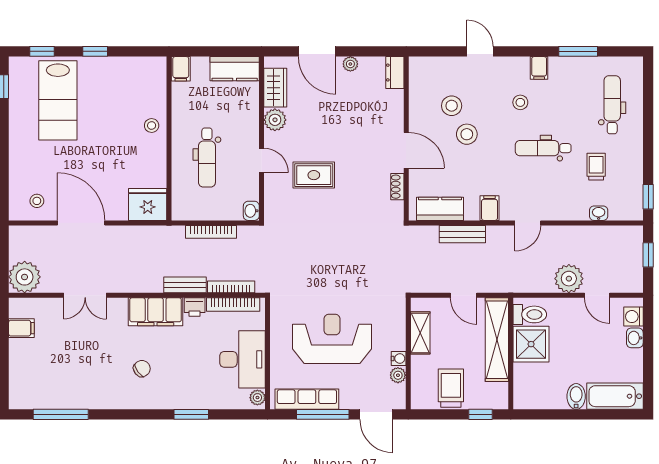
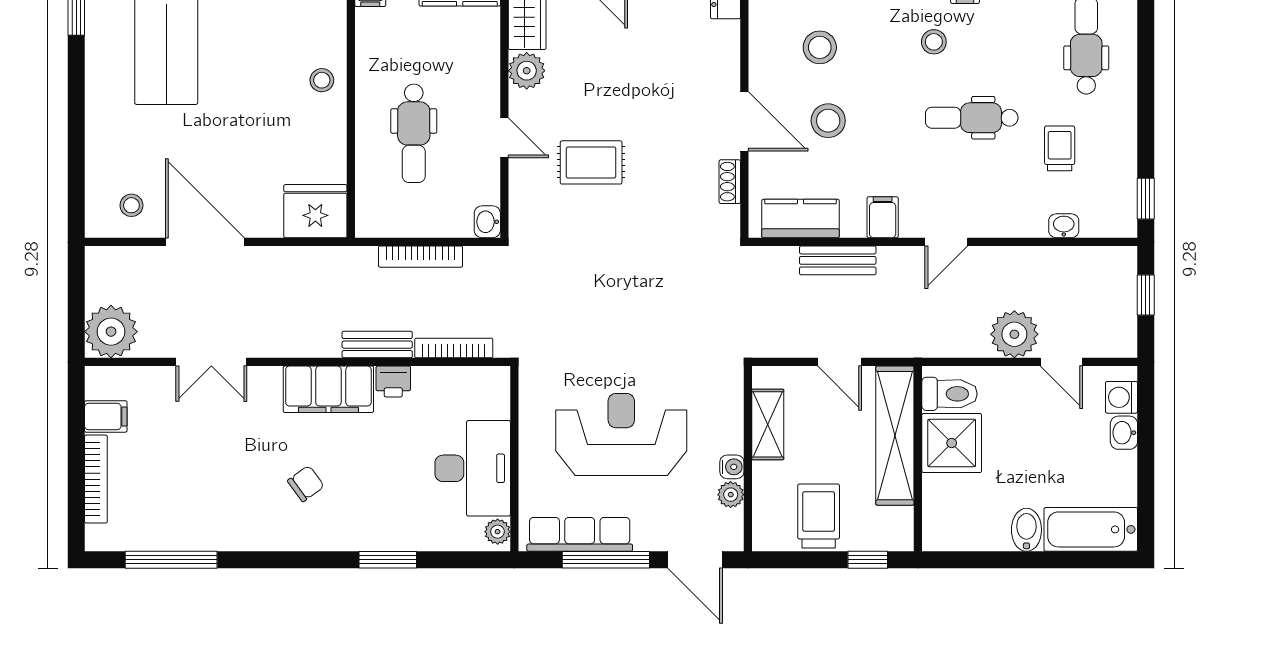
stool: (467, 134) -> (828, 121), moved
bookcase: (233, 304) -> (96, 479), moved, turned -90

